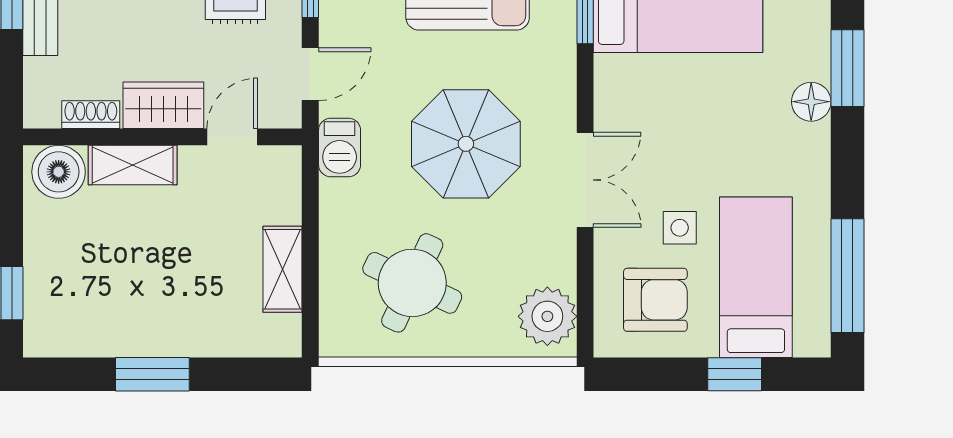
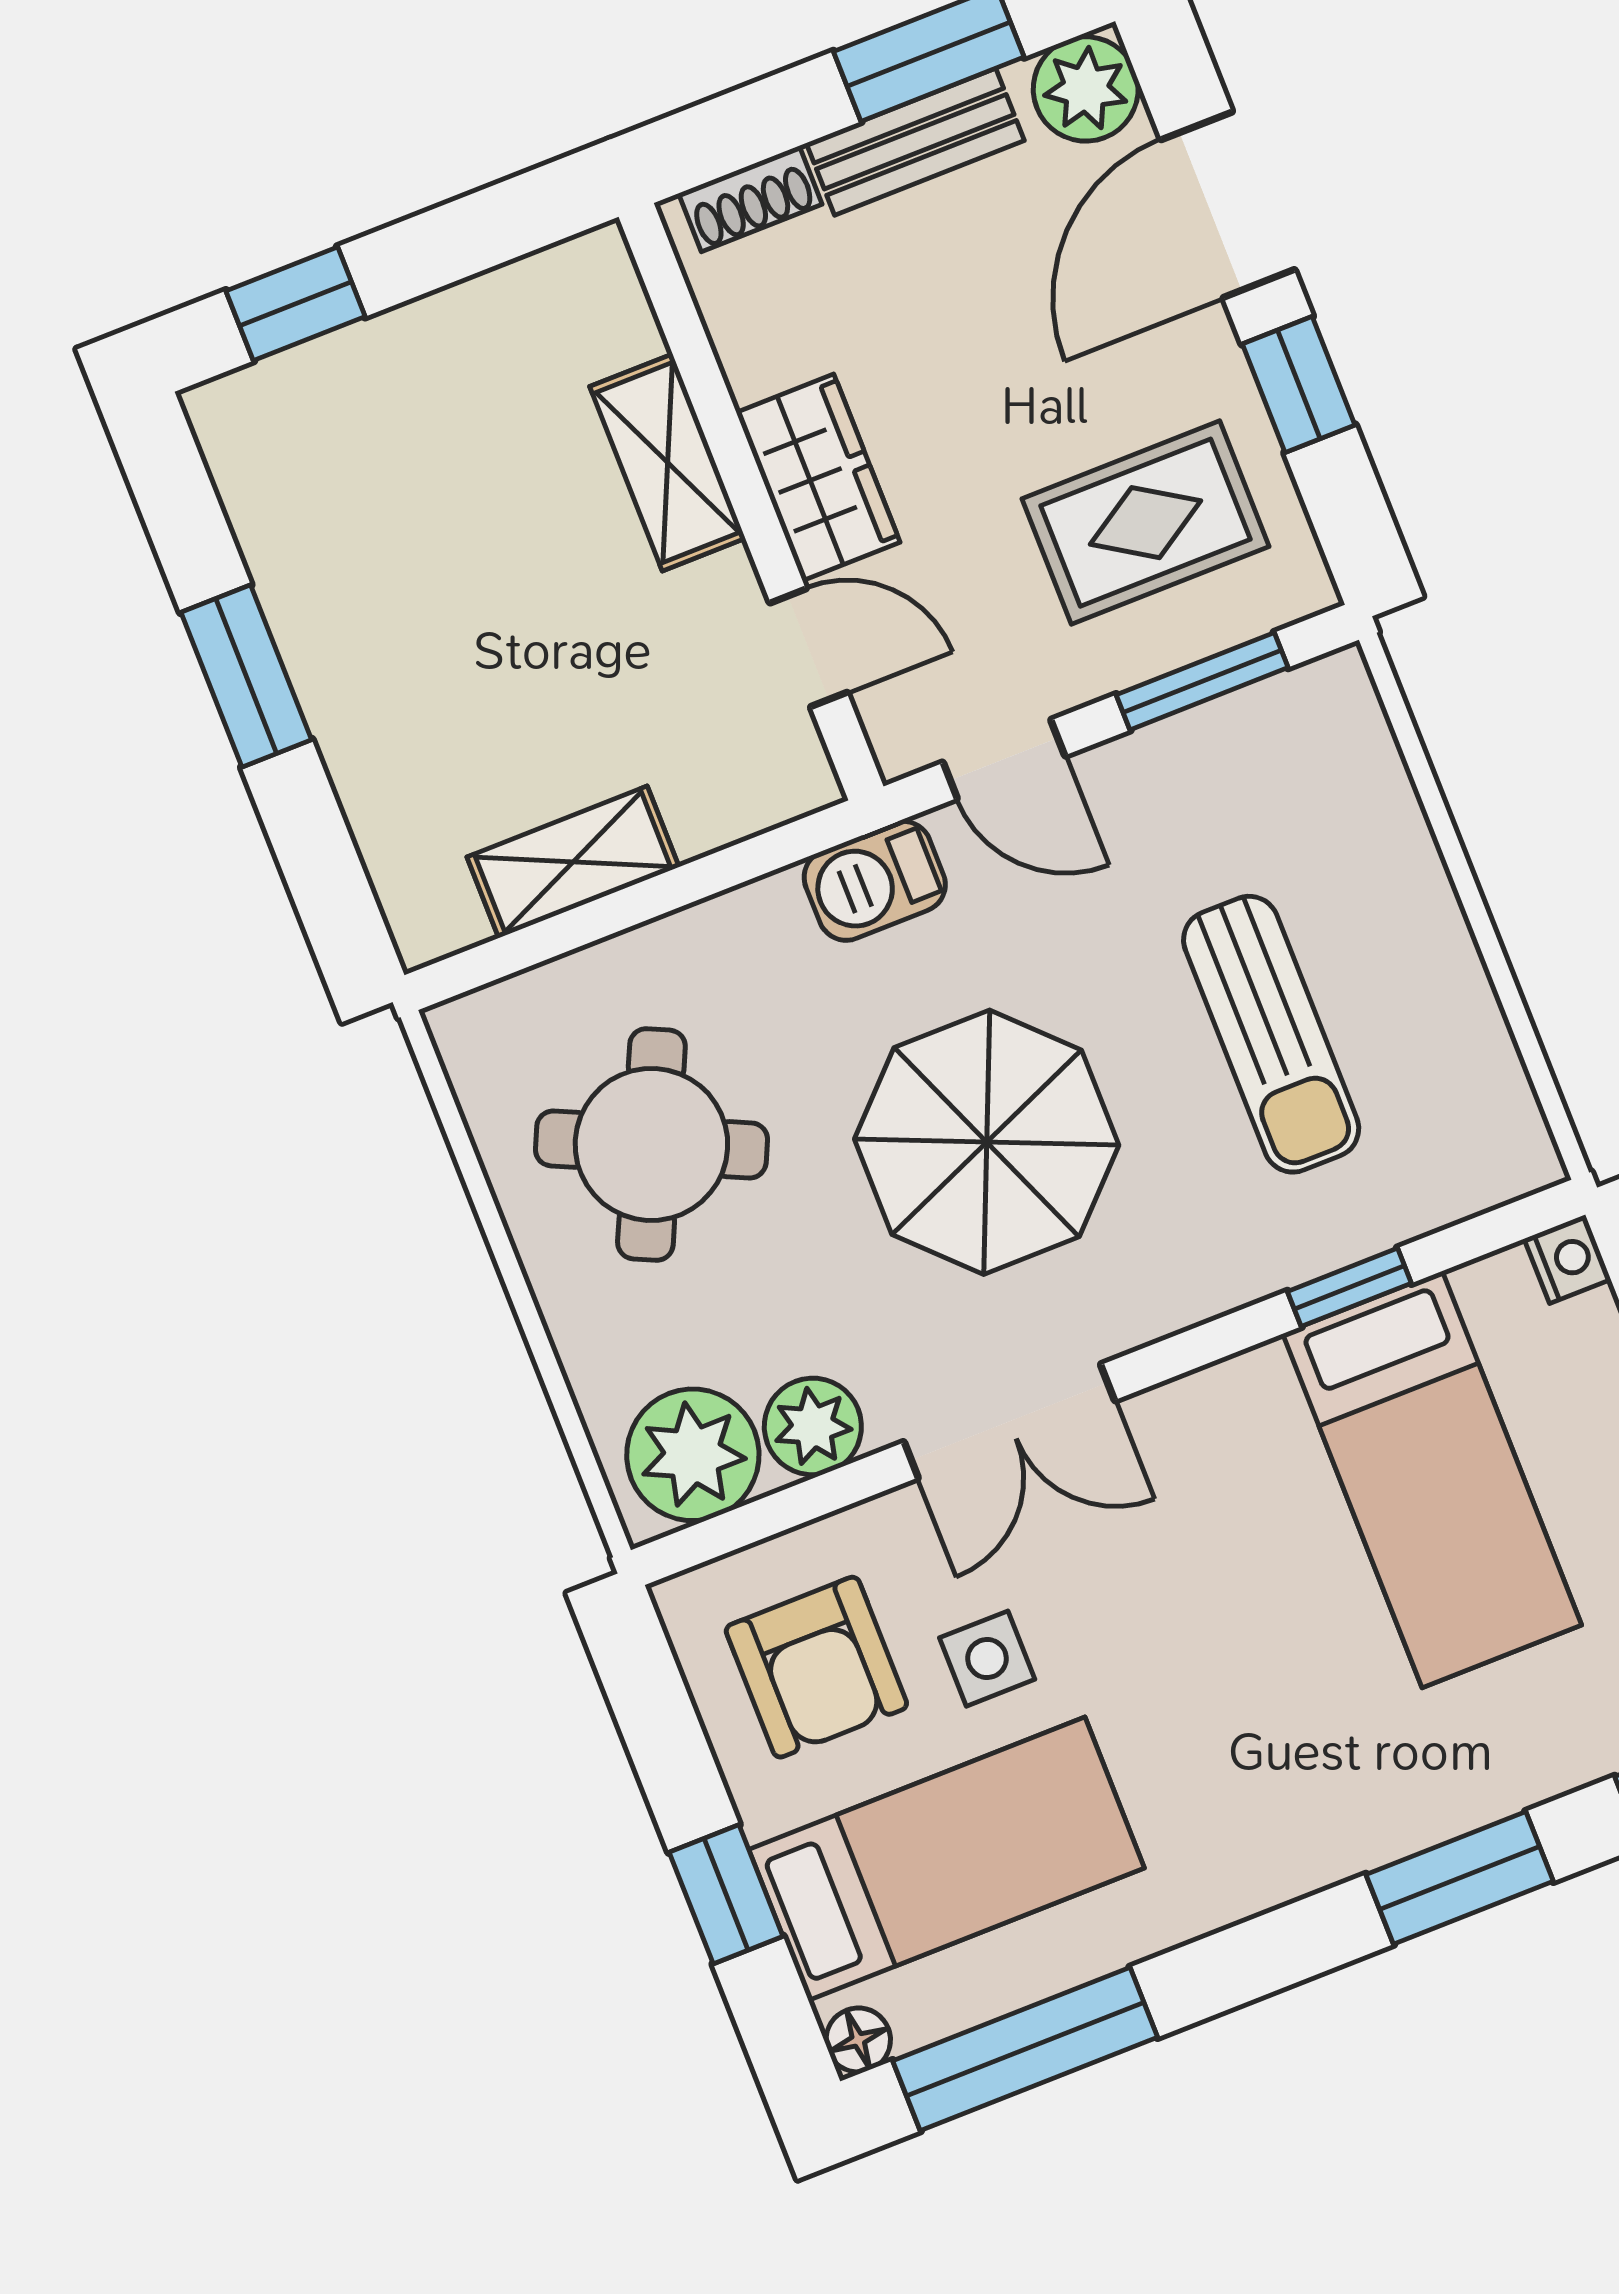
floor lamp: (811, 102) -> (858, 2040), moved, width x0.73, depth x0.73
shoe rack: (91, 115) -> (750, 199), moved, turned 90
boiler: (59, 172) -> (592, 313), removed
plant: (555, 262) -> (813, 1426), added

